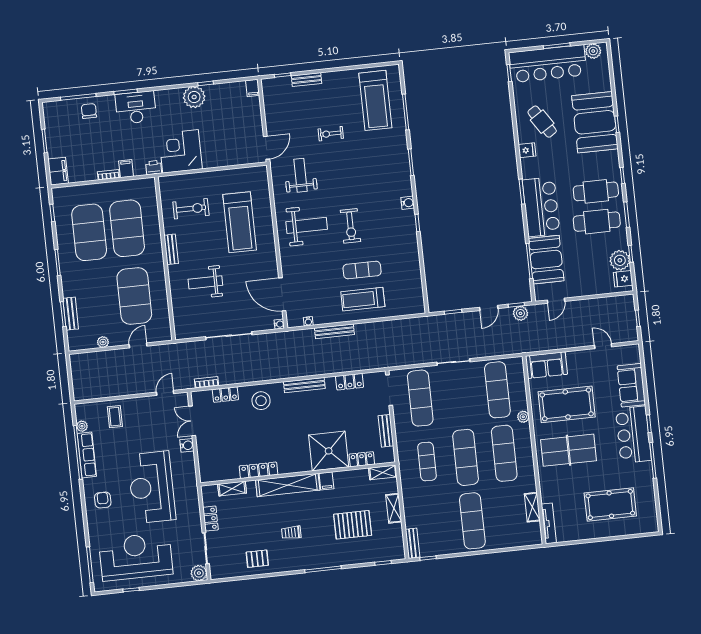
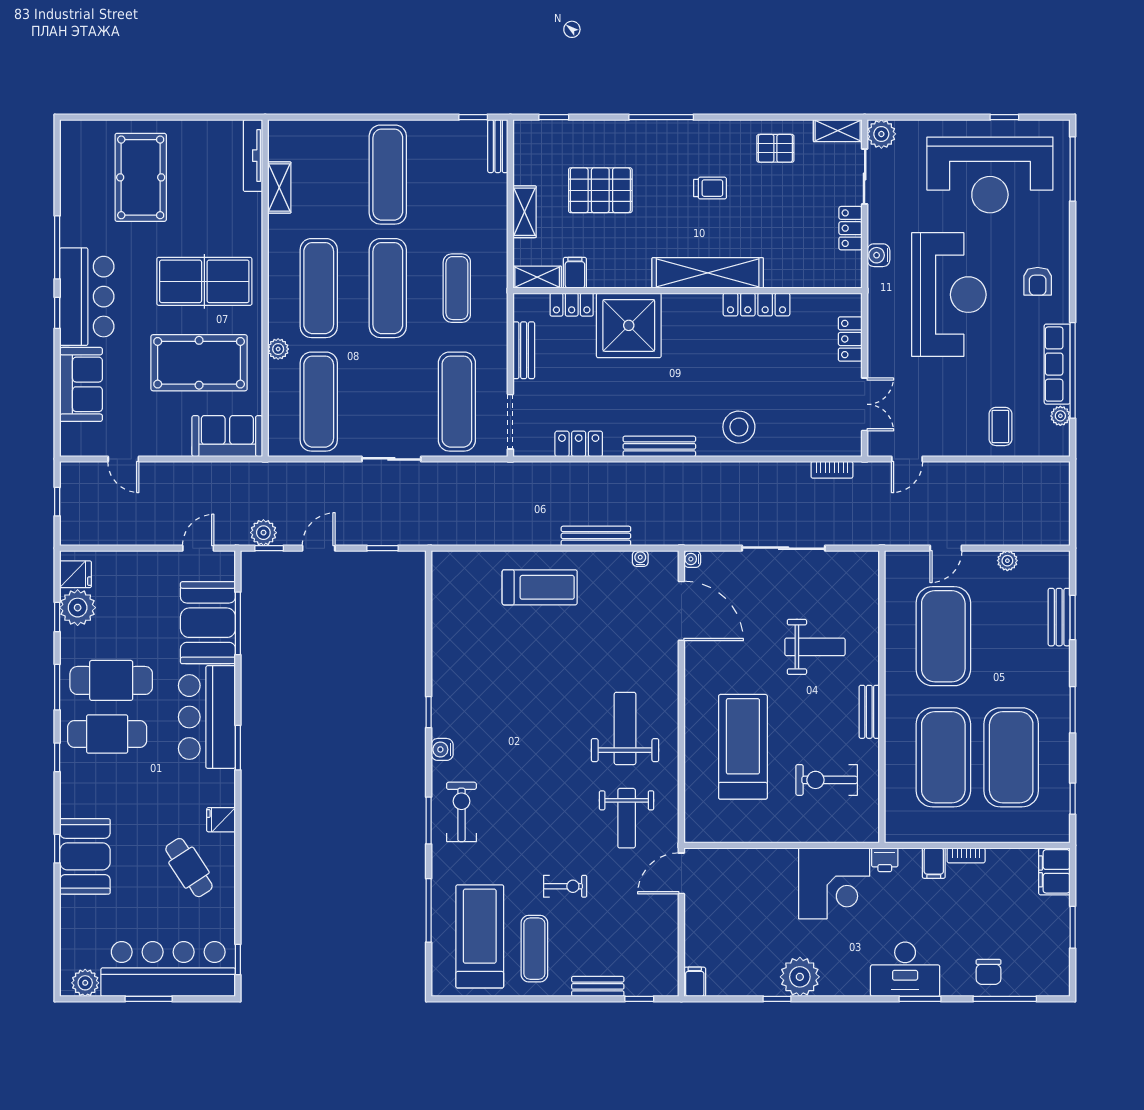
booth: (595, 122) -> (85, 856), width x0.73, depth x0.70
weight bench: (307, 225) -> (625, 728), turned 90
exercise bike: (350, 226) -> (461, 812), moved
exercise mat: (362, 270) -> (534, 949), moved, turned 90
locker: (225, 395) -> (850, 339), moved, turned -90
water cooler: (187, 445) -> (878, 255), moved
filing cabinet: (326, 481) -> (575, 273), moved
shelving: (232, 489) -> (838, 131), moved
pool table: (610, 505) -> (141, 177), turned 90

